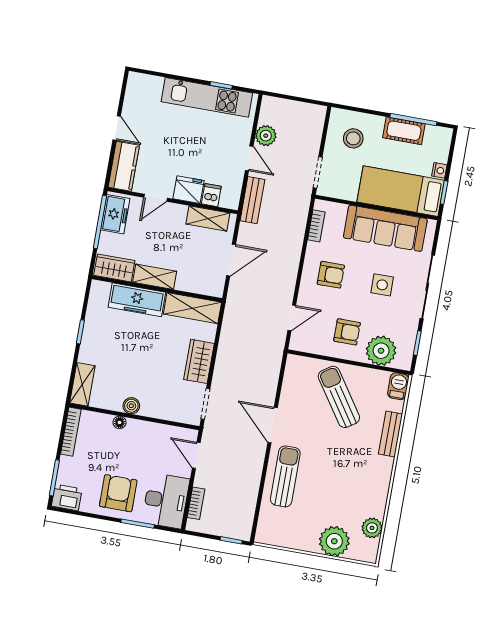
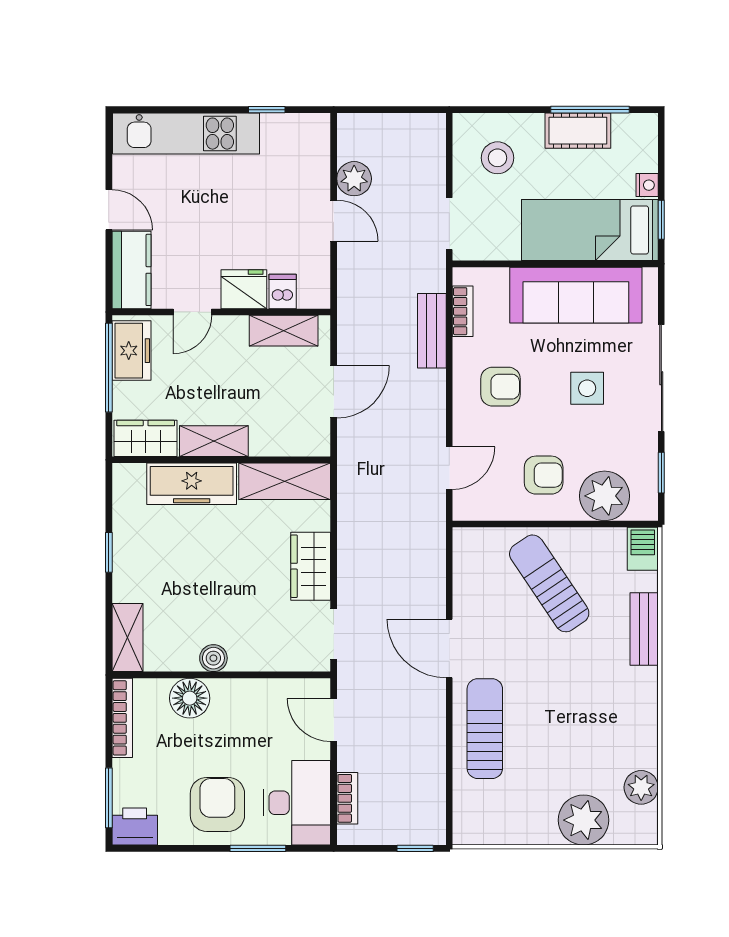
kitchen unit: (207, 97) -> (186, 134), moved
bench: (252, 200) -> (432, 331), moved
floor lamp: (120, 422) -> (190, 698), width x1.89, depth x1.89

